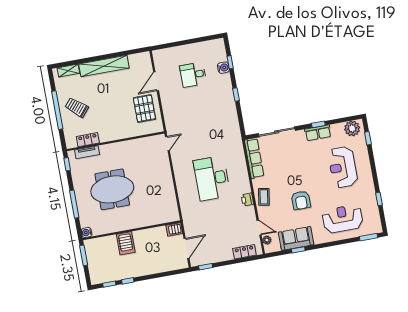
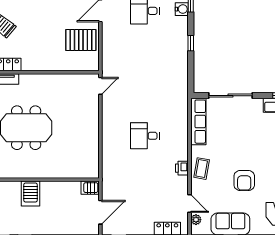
pallet: (144, 108) -> (81, 40), turned 90
desk: (212, 178) -> (145, 136), width x0.53, depth x0.77

